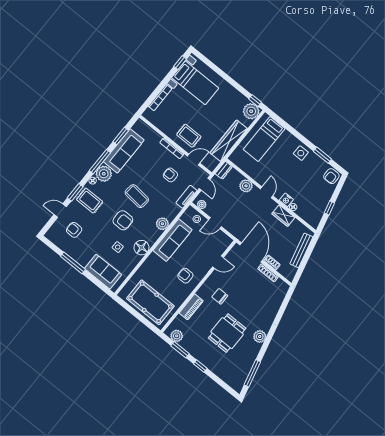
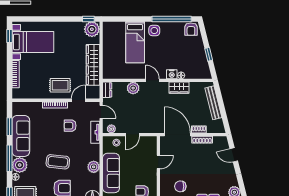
bed: (264, 139) -> (135, 42), moved
window: (322, 155) -> (172, 19), width x2.11
door: (284, 306) -> (234, 155), added

